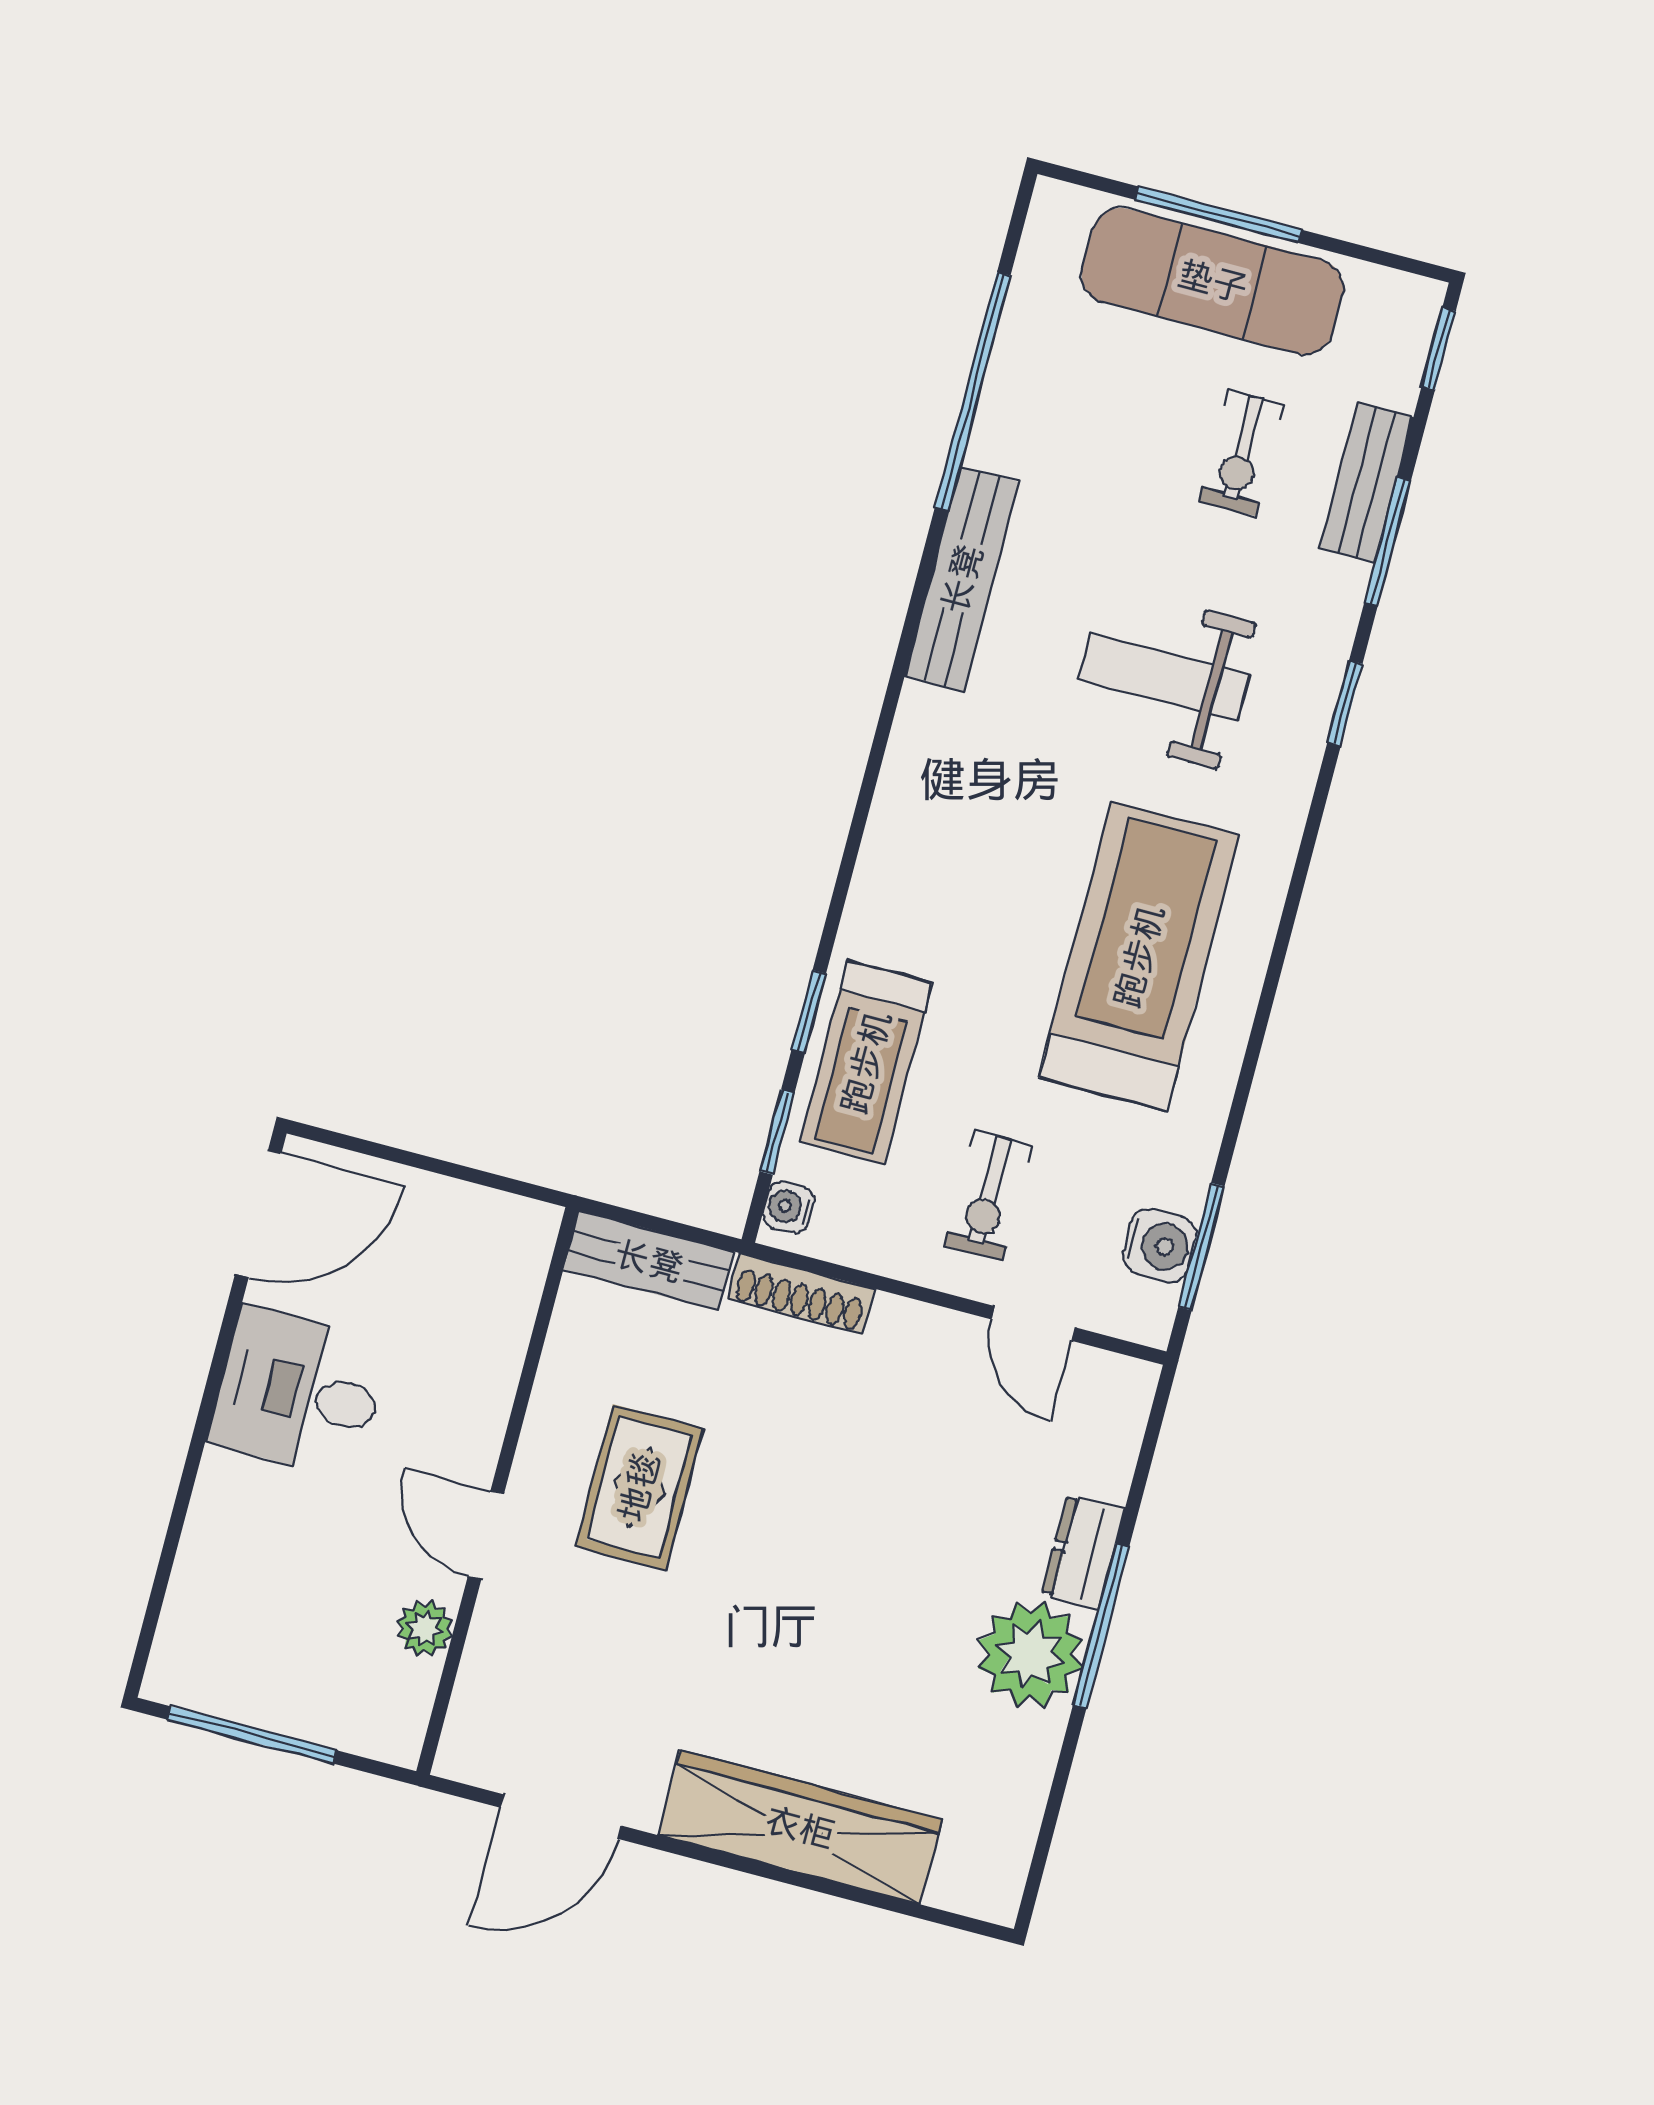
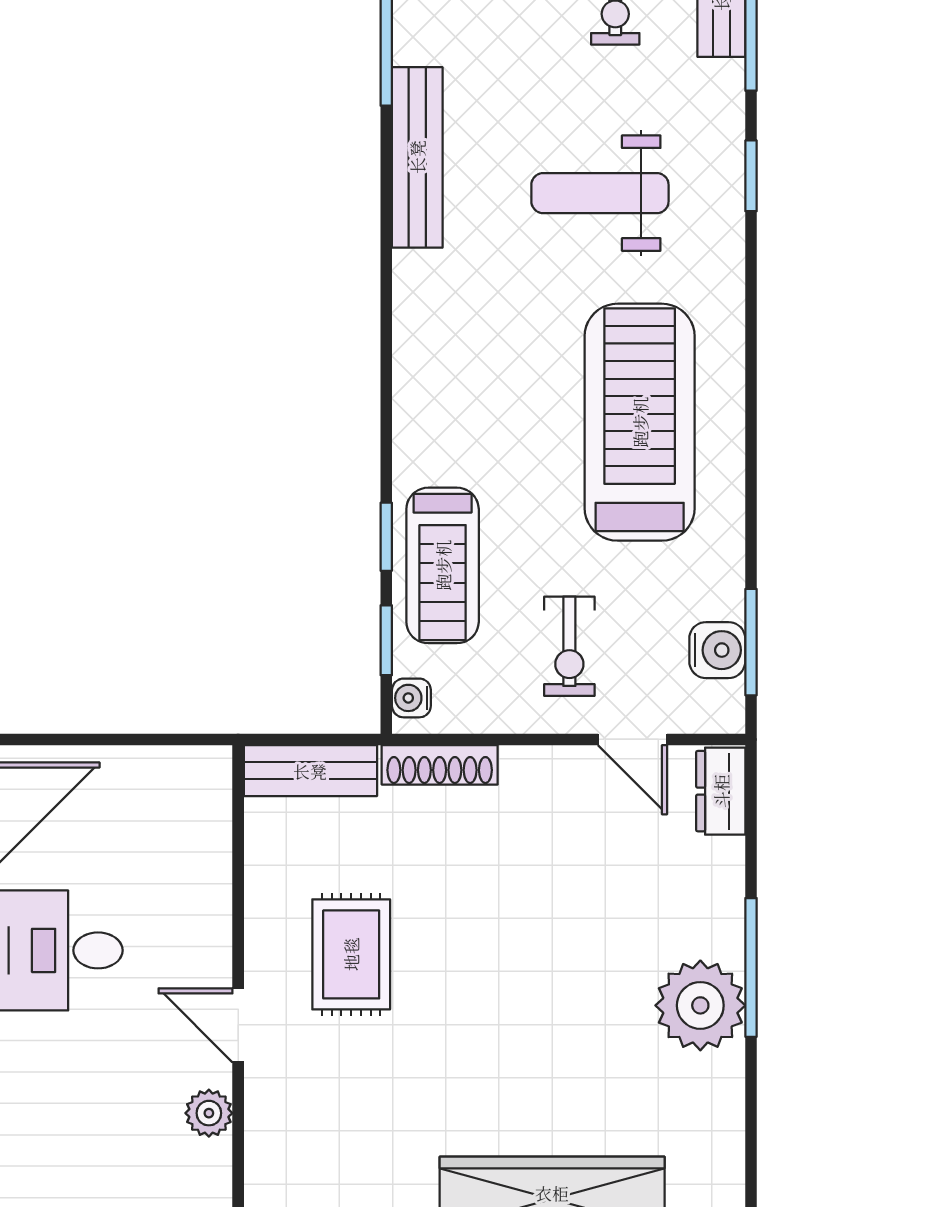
dresser: (1083, 1552) -> (721, 791), moved

